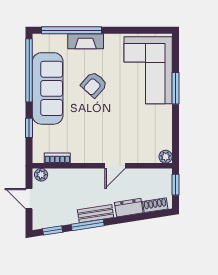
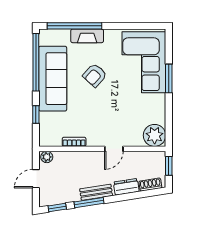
plant: (166, 157) -> (155, 135), width x1.88, depth x1.88
bookcase: (57, 158) -> (74, 142), moved
door: (29, 199) -> (36, 179), hinge flipped

